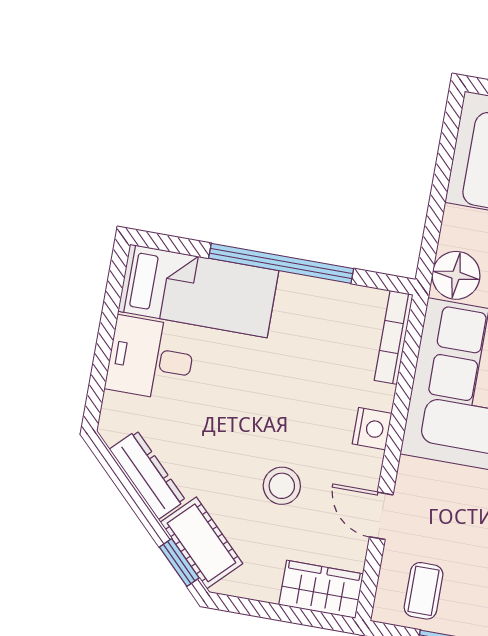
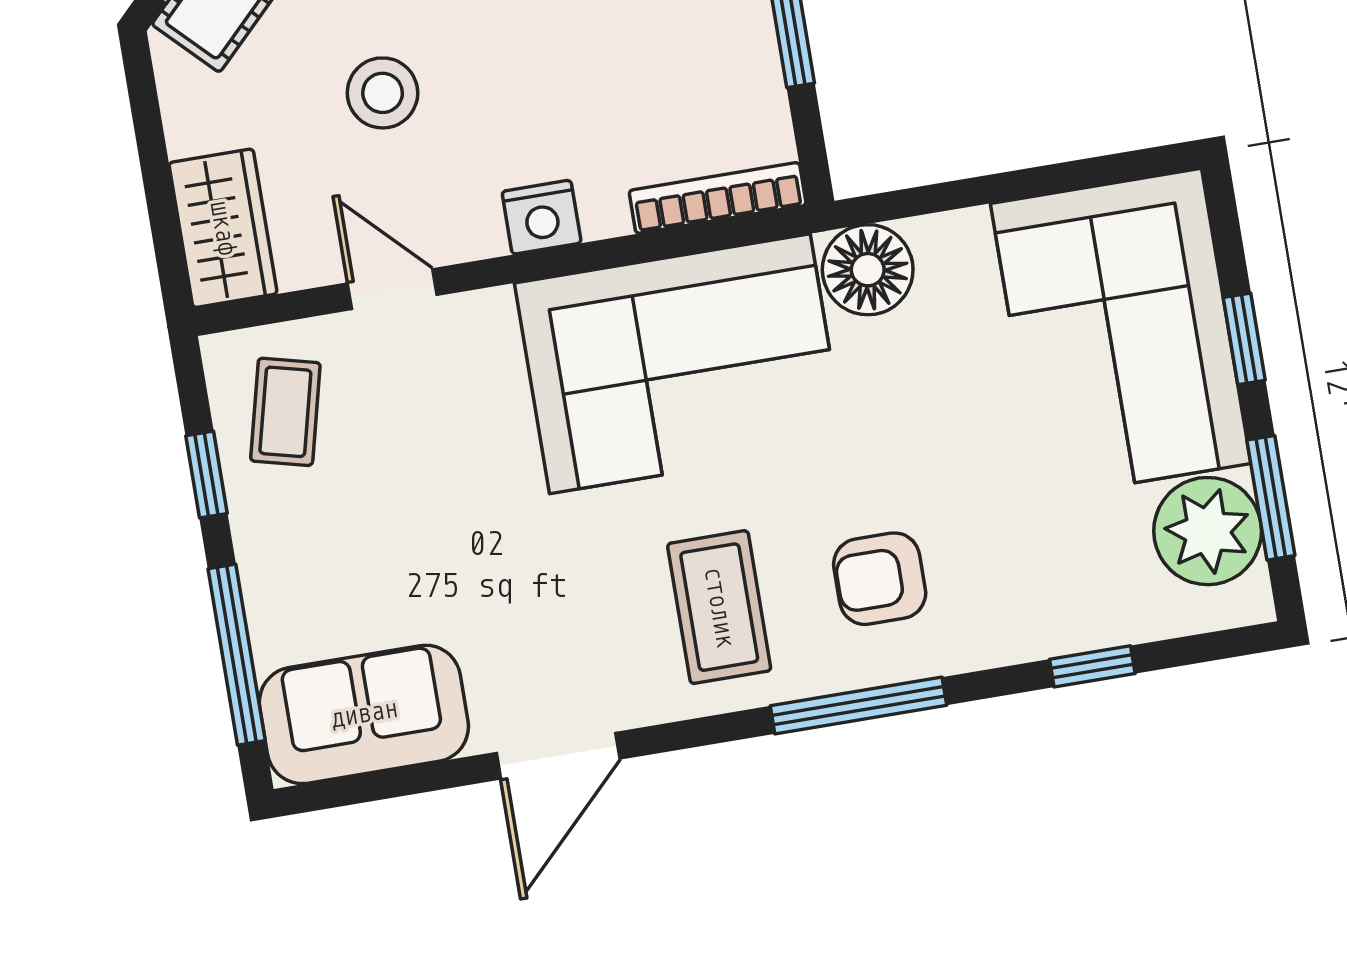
door: (381, 516) -> (392, 289), hinge flipped
coffee table: (424, 591) -> (285, 412), turned -76

